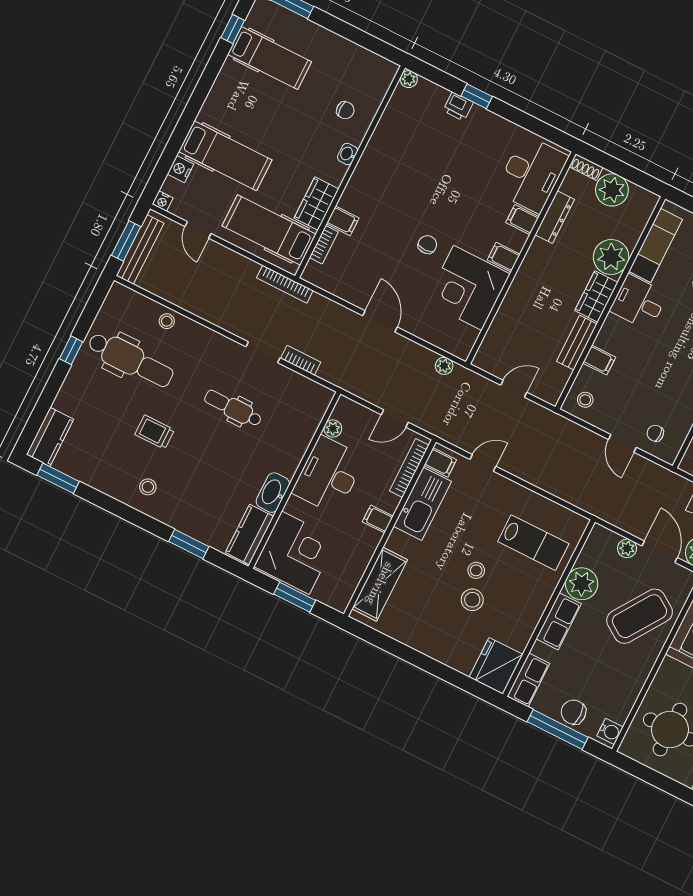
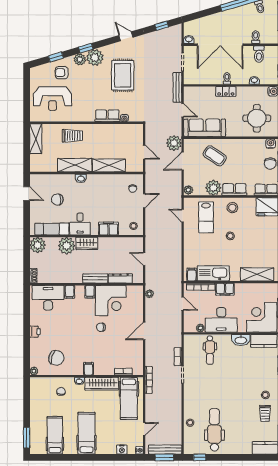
window: (233, 29) -> (50, 457), removed
window: (477, 96) -> (27, 338), removed
printer: (458, 107) -> (35, 332), moved
chair: (412, 133) -> (56, 358), added
hospital bed: (225, 156) -> (86, 433), moved
plant: (612, 190) -> (38, 245), moved
wardrobe: (316, 204) -> (102, 384), width x1.50
dresser: (555, 217) -> (120, 278), moved
filing cabinet: (343, 221) -> (89, 369), moved
bench: (577, 343) -> (95, 278), moved
window: (71, 350) -> (200, 457), moved
filing cabinet: (599, 360) -> (109, 229), width x2.00
dental chair: (233, 408) -> (210, 350), moved
trolley: (155, 432) -> (265, 413), moved
door: (483, 463) -> (183, 216), moved
filing cabinet: (378, 519) -> (225, 289), width x2.00
lab bench: (533, 543) -> (206, 217), turned 180
plant: (627, 548) -> (188, 190), moved
stool: (472, 600) -> (232, 208), moved
coffee table: (640, 616) -> (215, 156), width x0.73, depth x0.76

